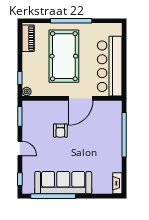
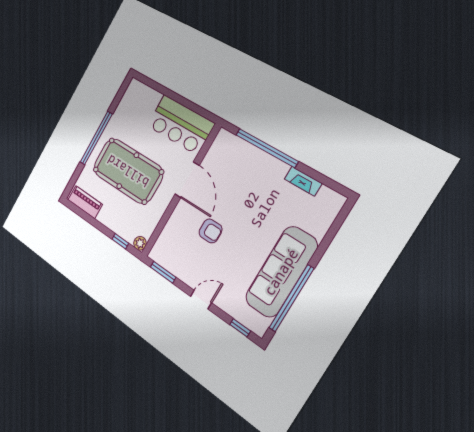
bar counter: (110, 66) -> (180, 125), width x0.73
fireplace: (117, 183) -> (303, 181), moved

